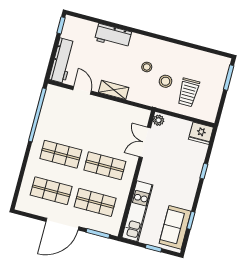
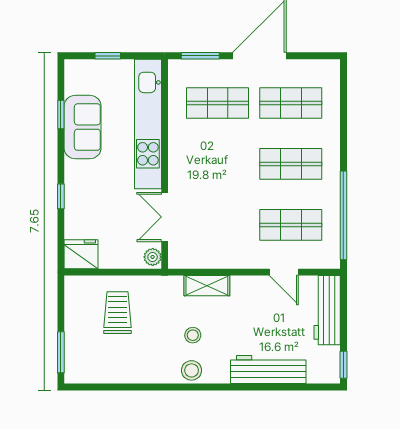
workbench: (113, 36) -> (268, 369), width x1.38
stool: (165, 81) -> (192, 370), moved
shelving: (114, 90) -> (207, 286), moved
double door: (145, 142) -> (165, 217), swing flipped
shop shelf: (105, 166) -> (291, 225), moved
kitchen unit: (137, 211) -> (148, 124), width x1.36
sofa: (175, 227) -> (83, 127), moved

